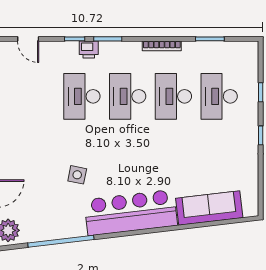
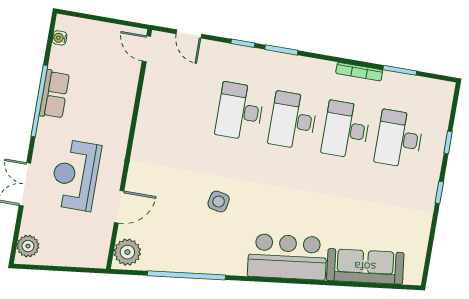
bookcase: (162, 46) -> (359, 72), moved
printer: (89, 49) -> (257, 58), removed
bar counter: (131, 213) -> (287, 257), width x0.73

